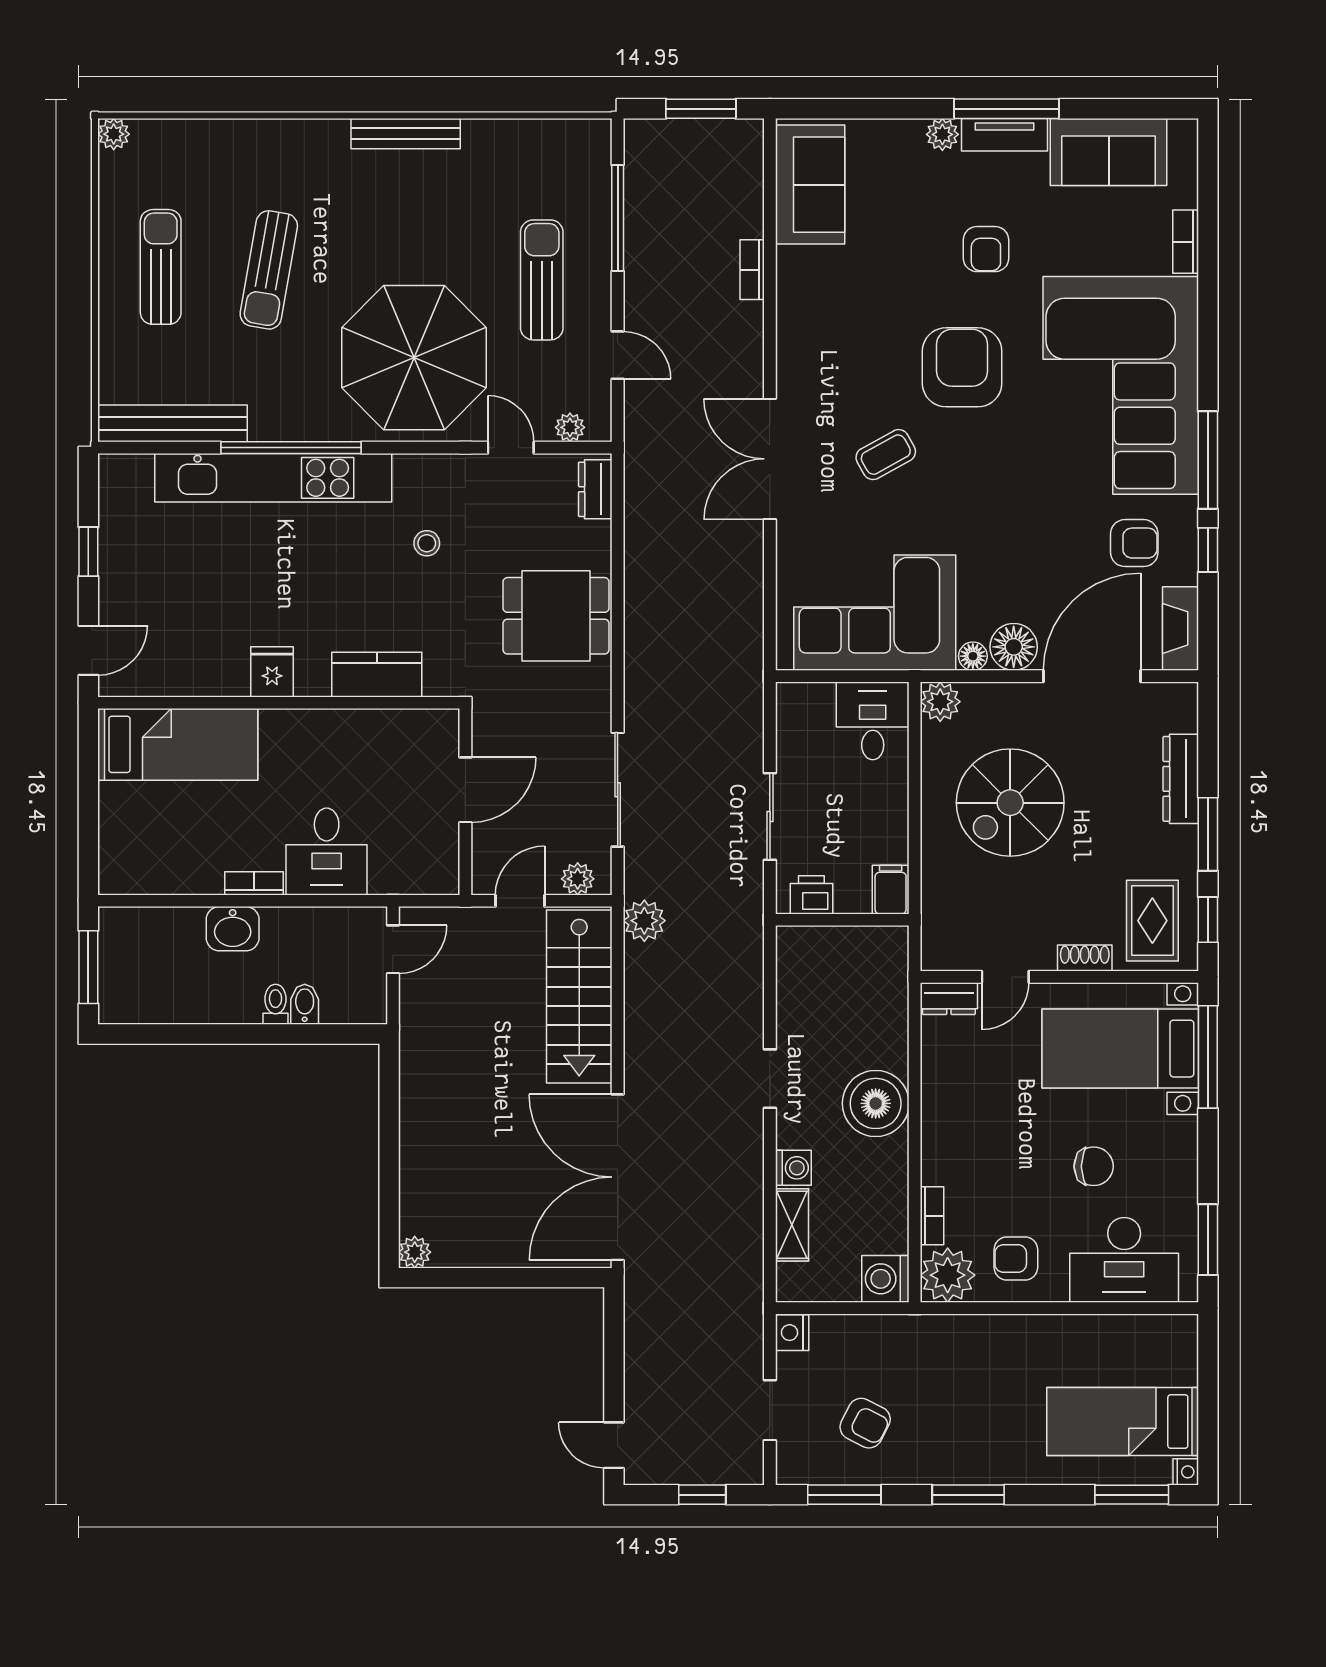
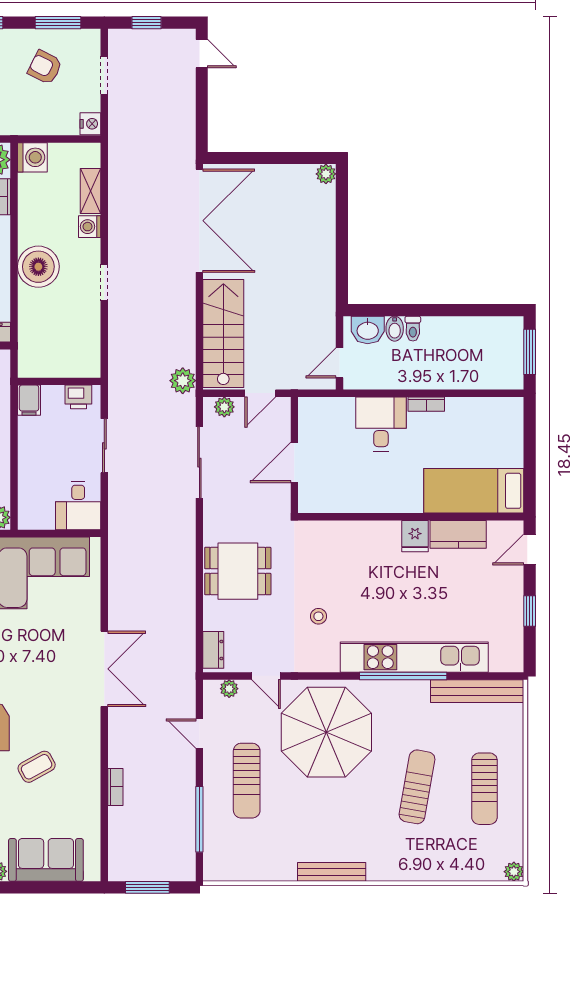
sofa: (810, 185) -> (46, 860), moved, turned 90
coffee table: (886, 455) -> (37, 767), moved
kitchen counter: (377, 675) -> (458, 534), moved
desk: (873, 721) -> (78, 505), moved
washbasin: (233, 929) -> (368, 330), moved, turned 180

